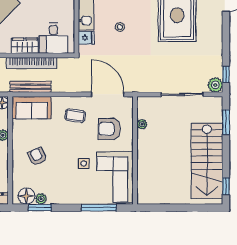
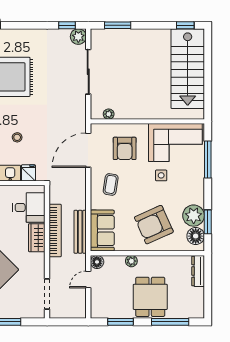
plant: (142, 124) -> (109, 114), moved
armchair: (37, 157) -> (154, 225), width x1.88, depth x1.88
stairs: (207, 161) -> (188, 69), moved, turned 90
plant: (41, 199) -> (194, 216), width x1.87, depth x1.87

